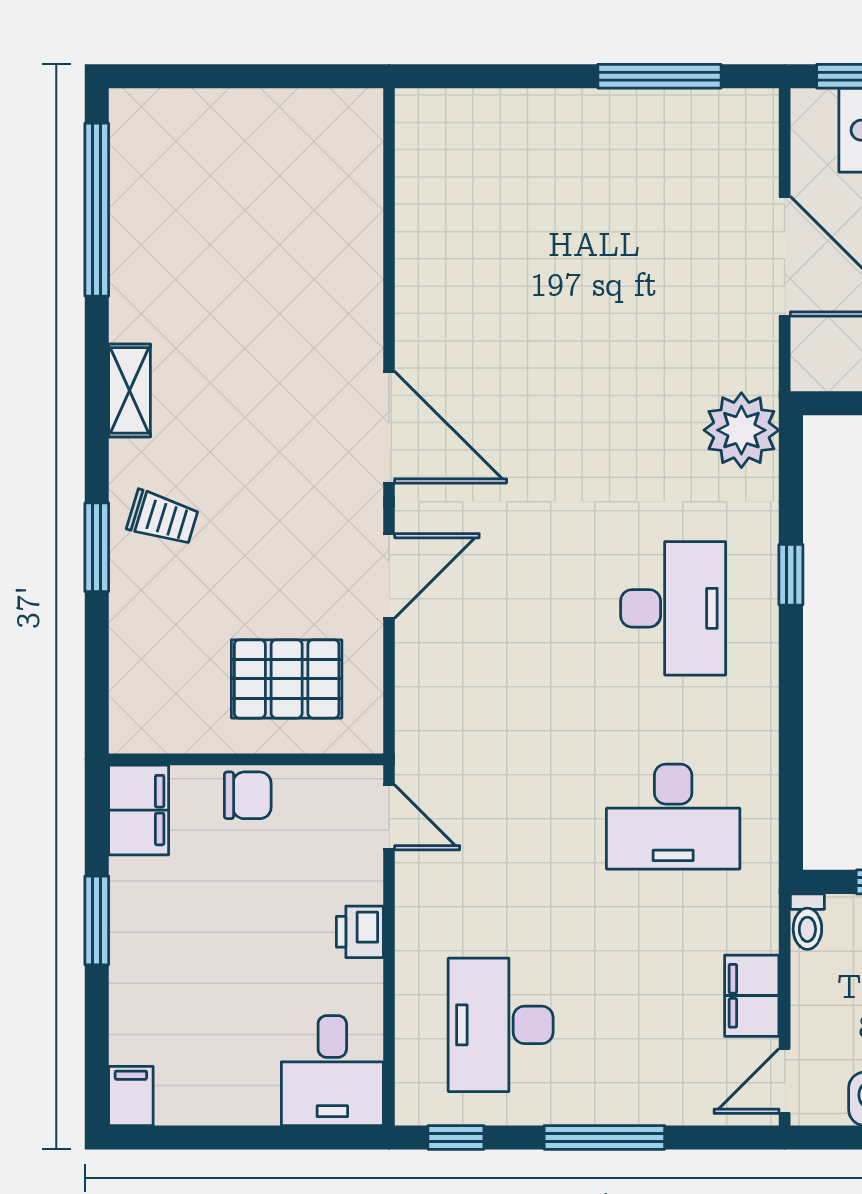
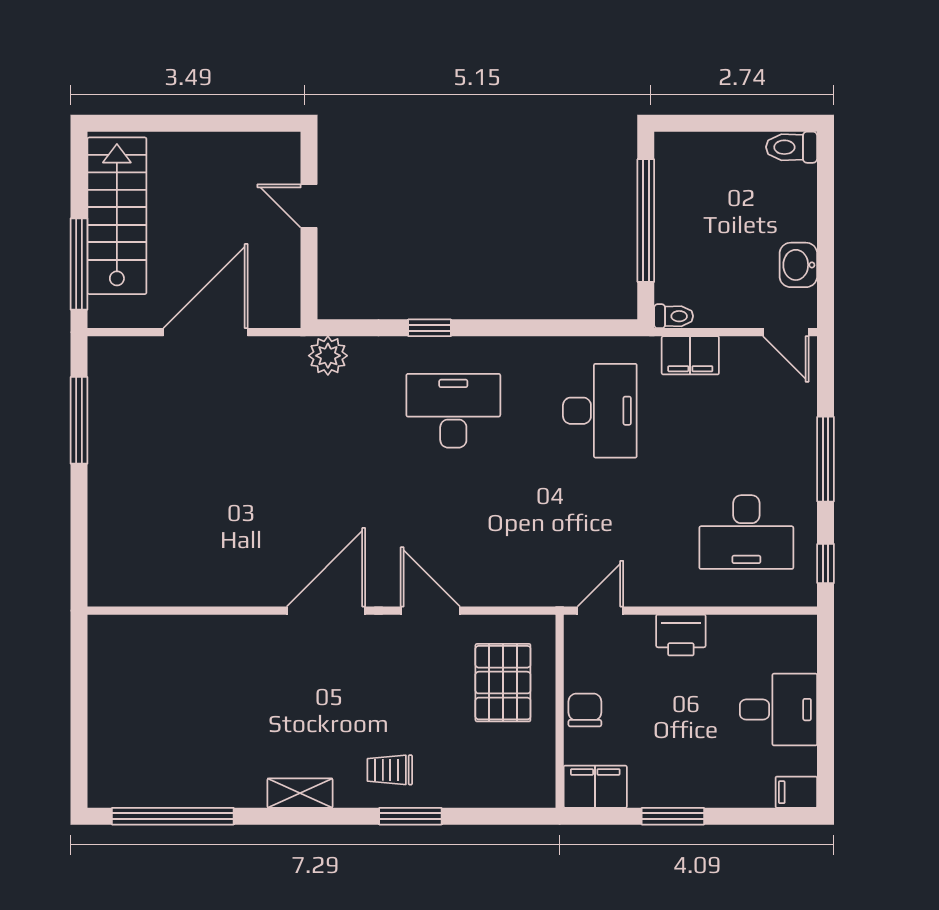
plant: (741, 430) -> (328, 356), width x0.73, depth x0.73
trolley: (163, 518) -> (390, 770), turned -107
printer: (360, 932) -> (681, 635), width x1.36, depth x1.24
filing cabinet: (752, 996) -> (690, 355), moved
desk: (332, 1071) -> (778, 710), moved

